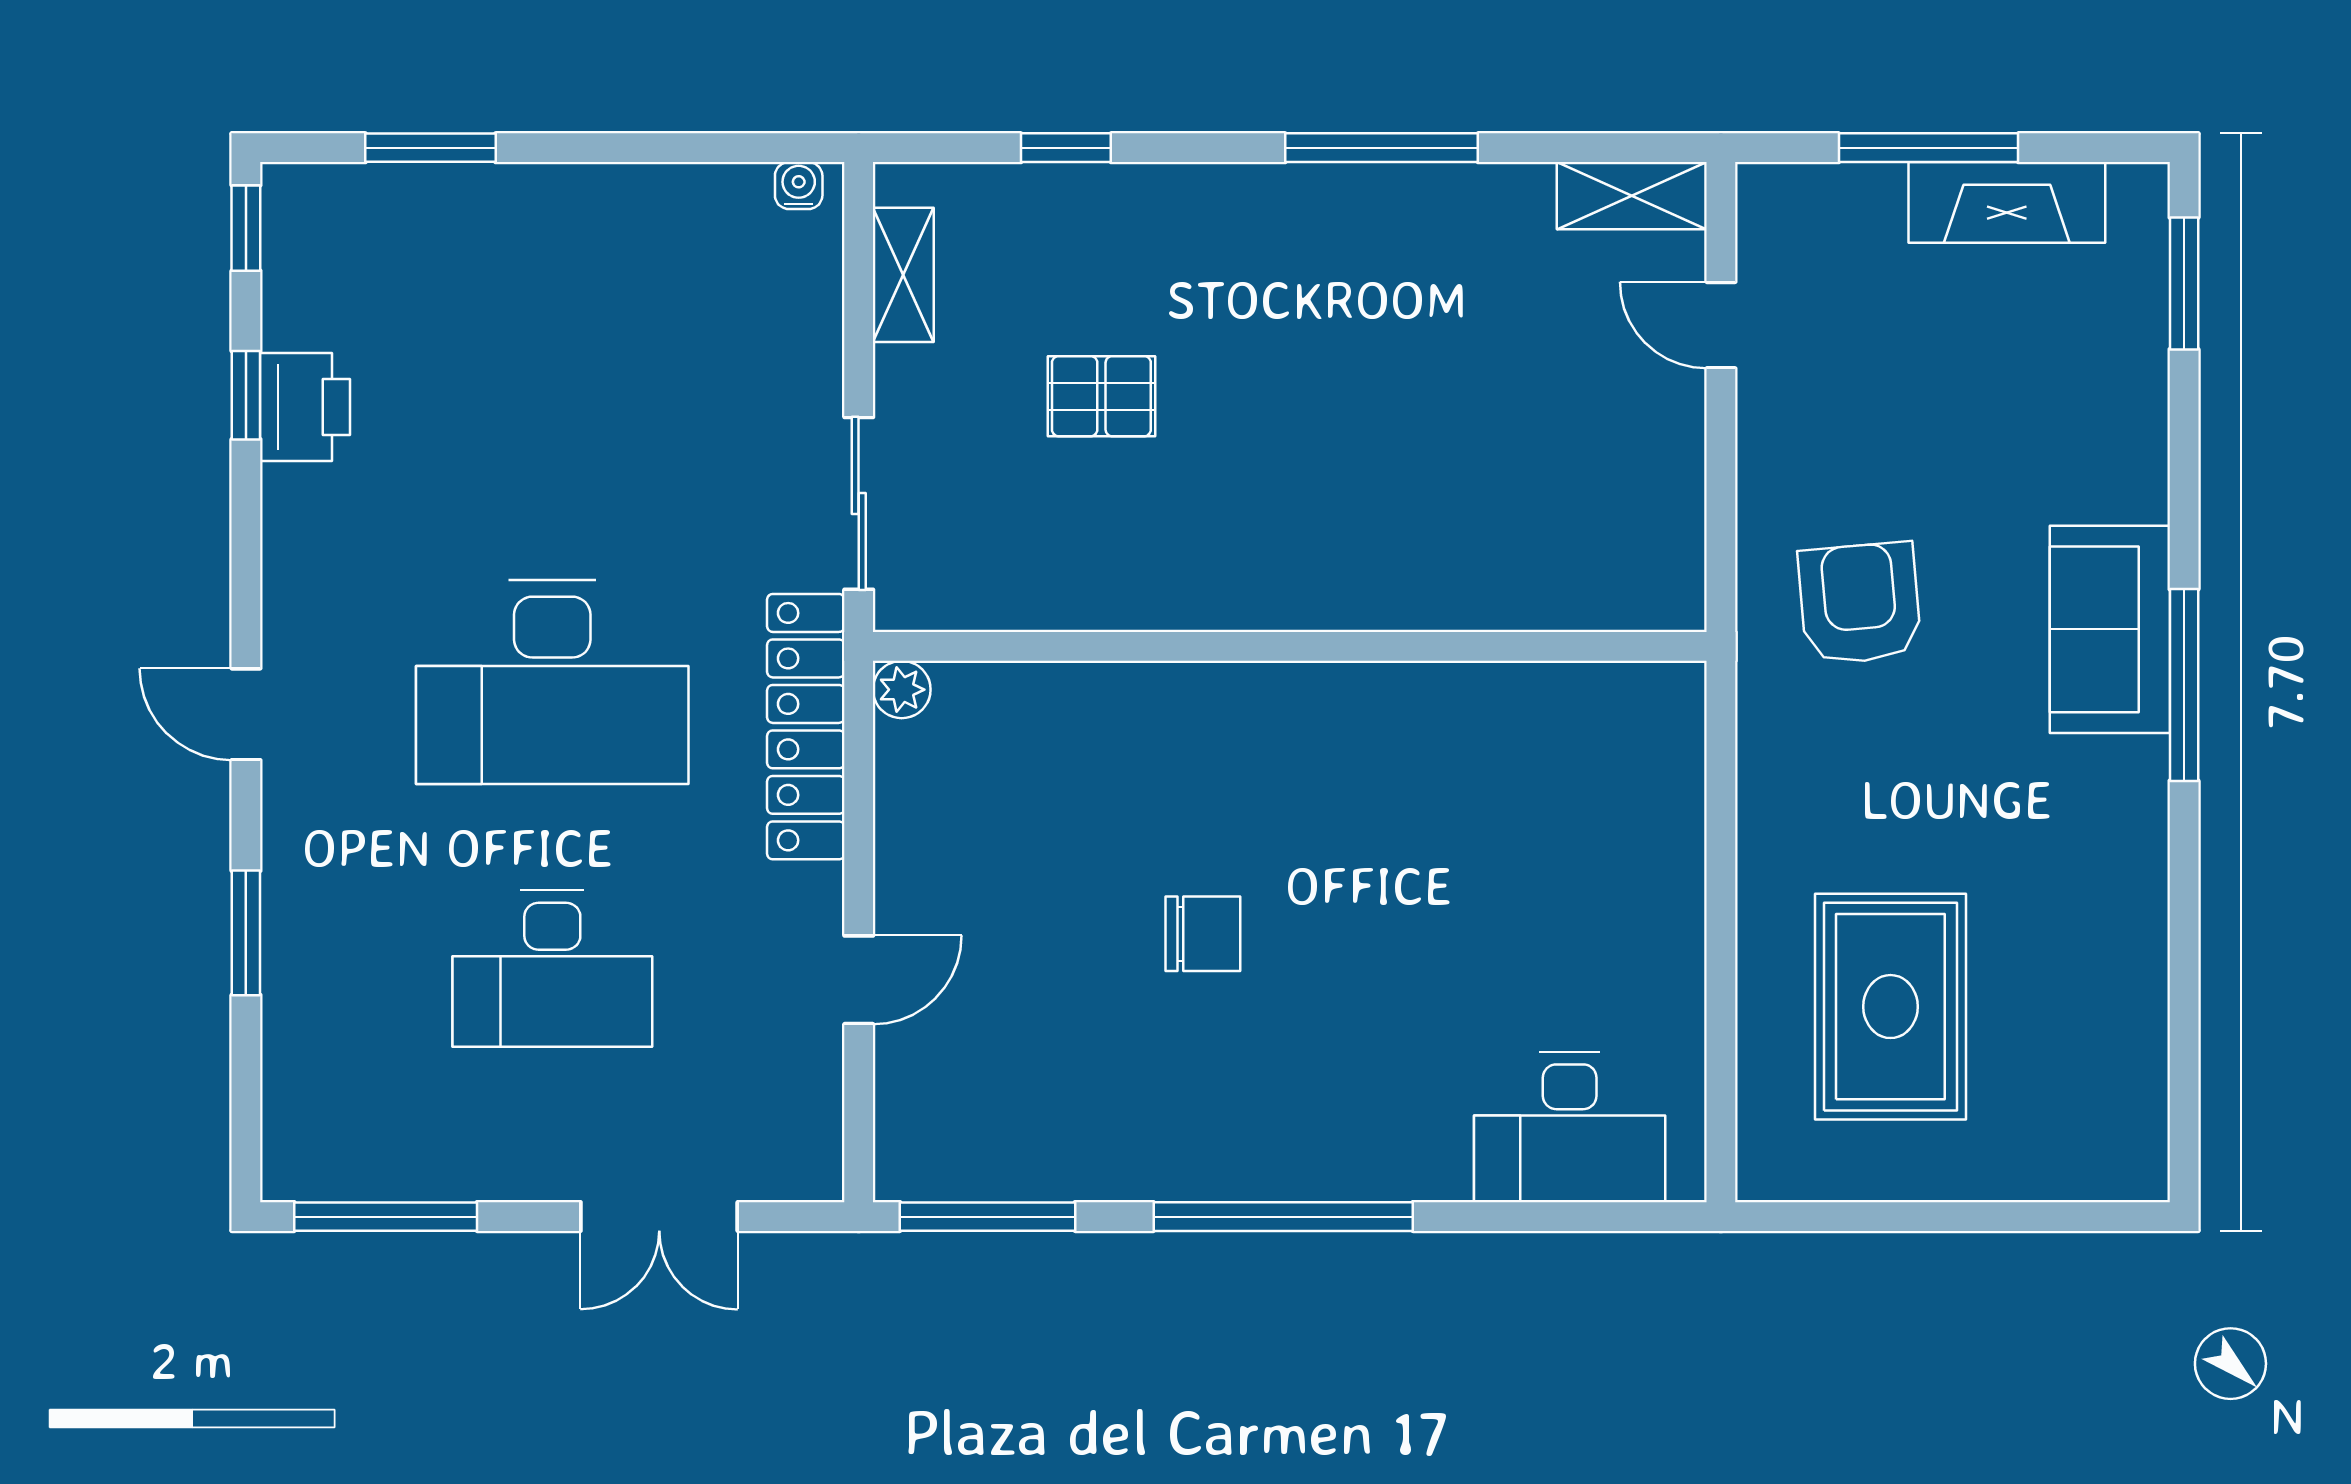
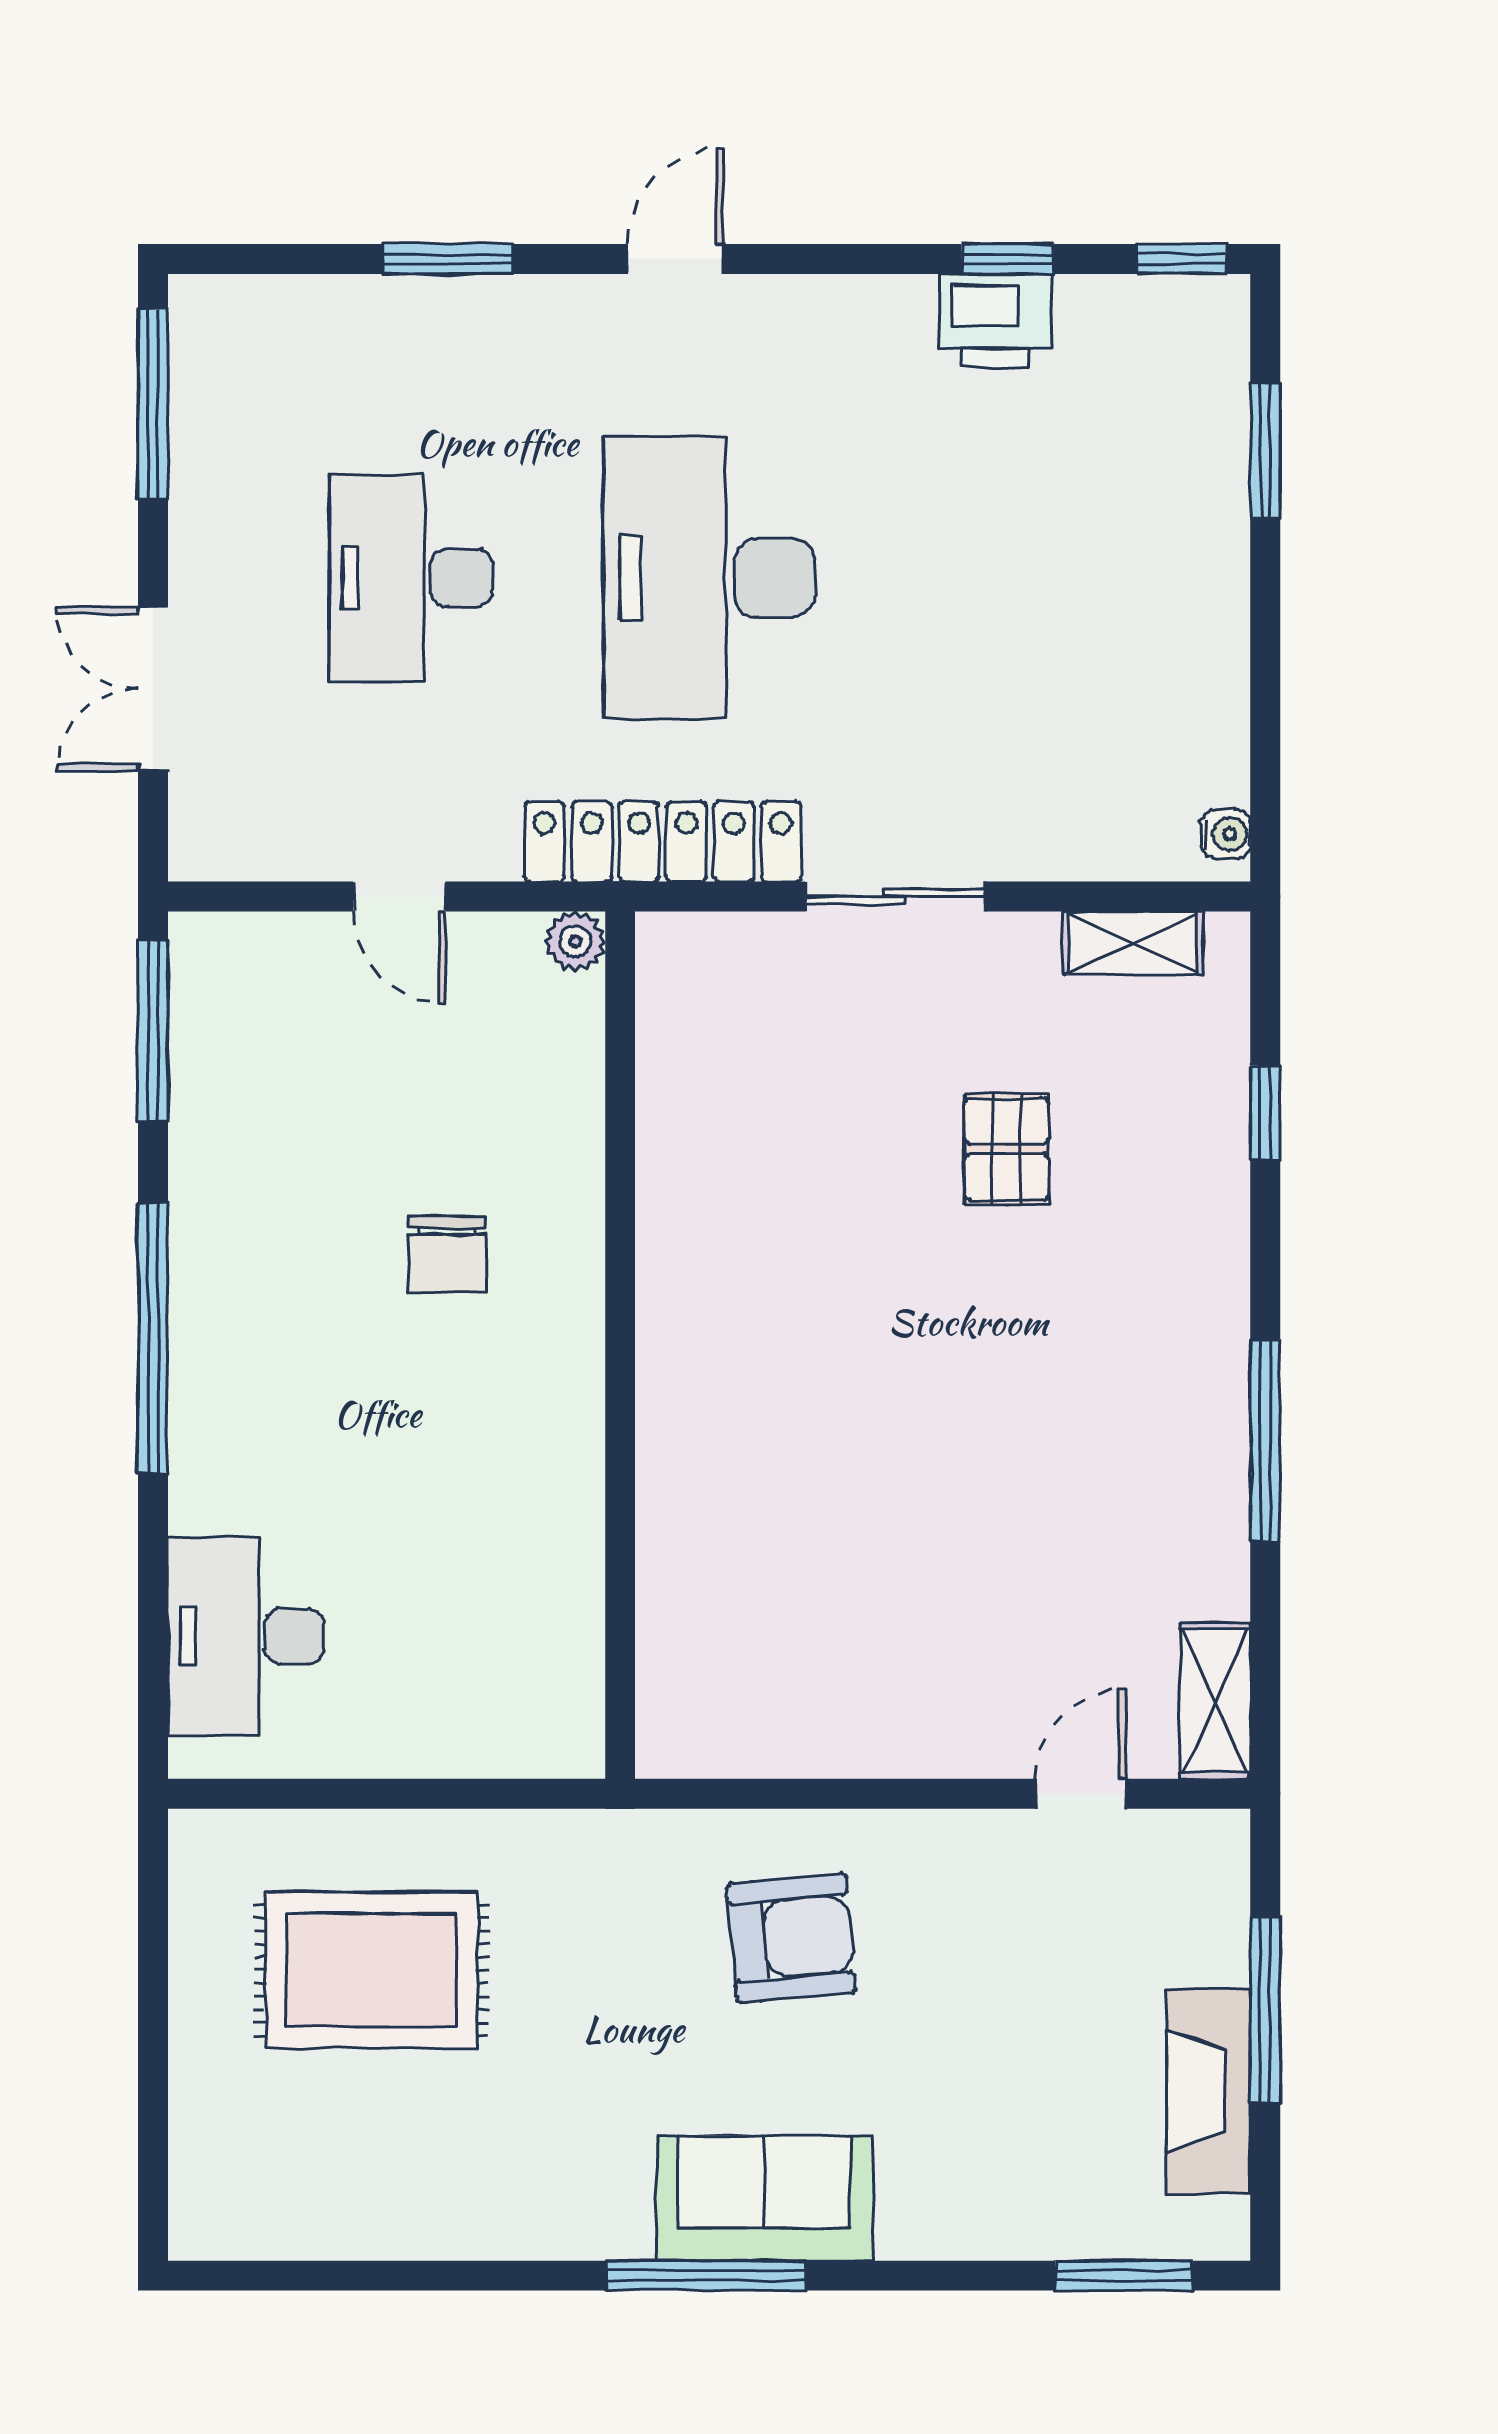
wall: (1290, 646) -> (620, 1345), moved
plant: (902, 690) -> (575, 941), moved

